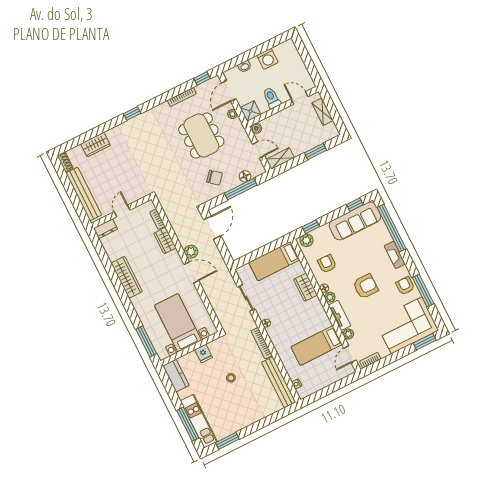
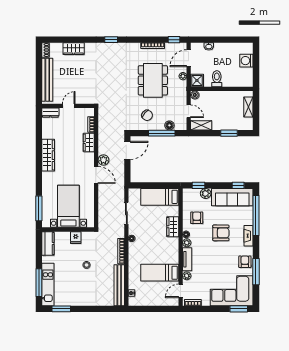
washing machine: (267, 59) -> (246, 61), moved, turned 90
door: (300, 98) -> (237, 89), removed
plant: (307, 240) -> (206, 193), moved
armchair: (365, 286) -> (221, 233), moved

